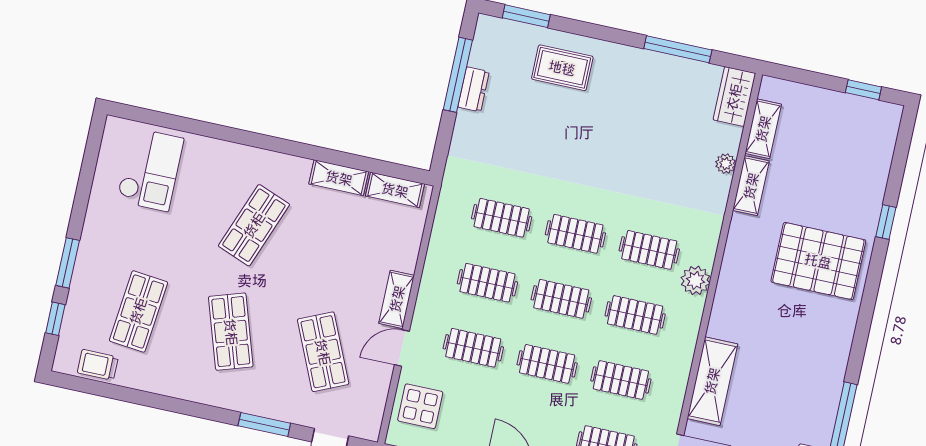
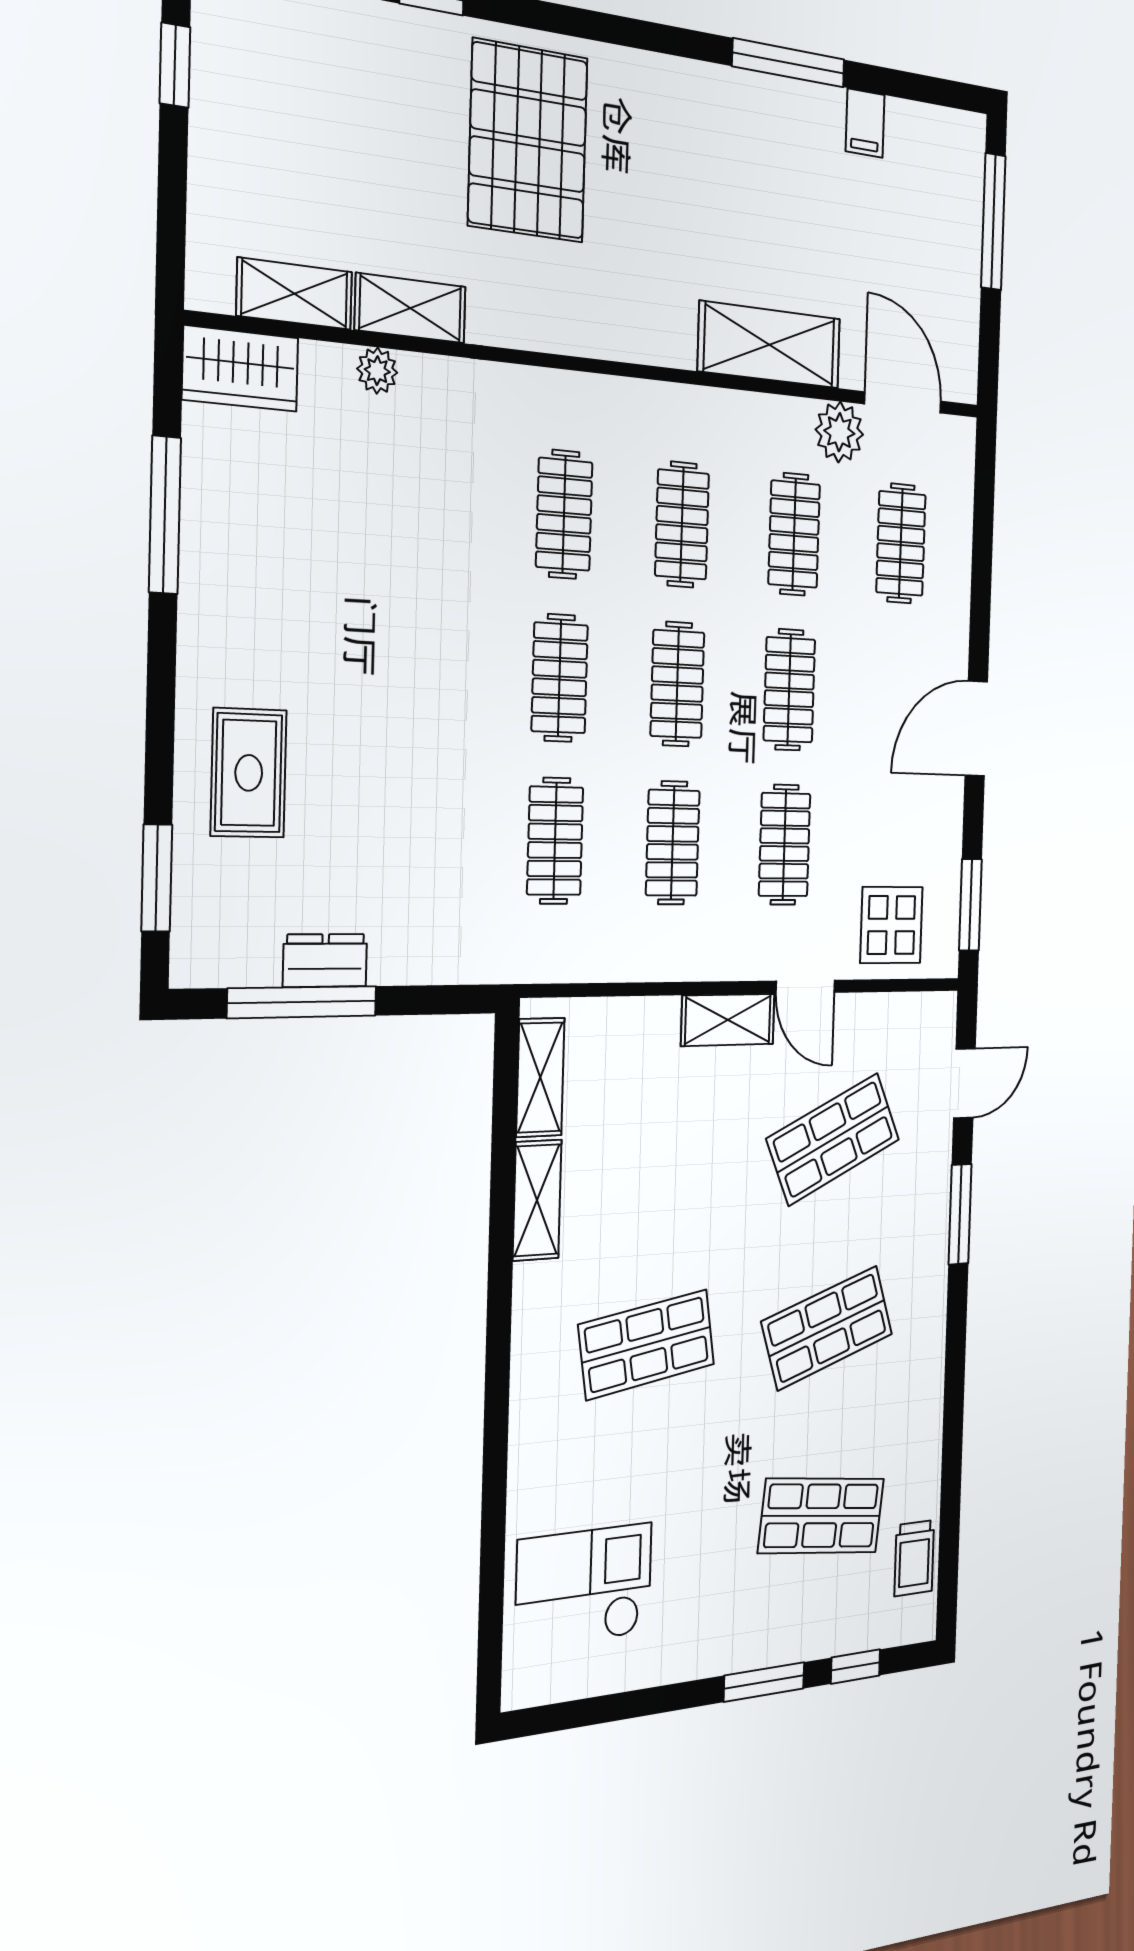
shop shelf: (254, 225) -> (647, 1344), turned -30
plant: (695, 280) -> (839, 432), moved

